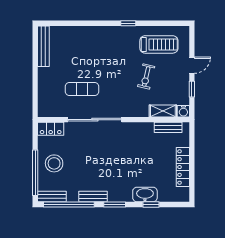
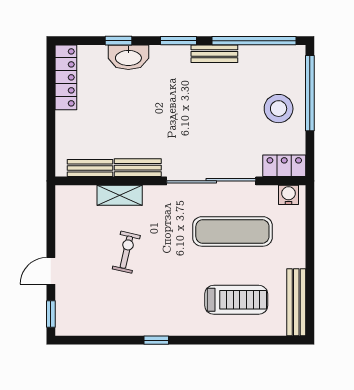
treadmill: (159, 44) -> (236, 300), moved, turned 180
exercise mat: (82, 89) -> (232, 231), width x1.36, depth x1.45
window: (192, 89) -> (51, 314), moved
shelving: (163, 111) -> (120, 195), moved
water cooler: (183, 111) -> (289, 195), moved
locker: (183, 167) -> (66, 77), moved
bench: (52, 196) -> (138, 168), moved

